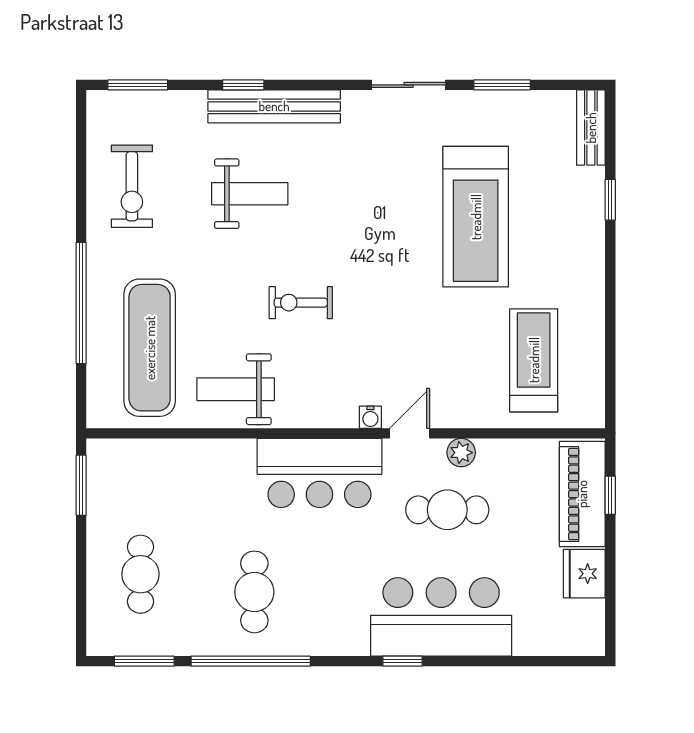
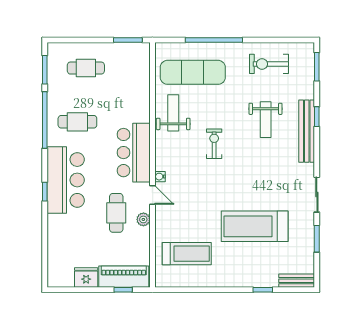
bar counter: (441, 617) -> (66, 180), moved

